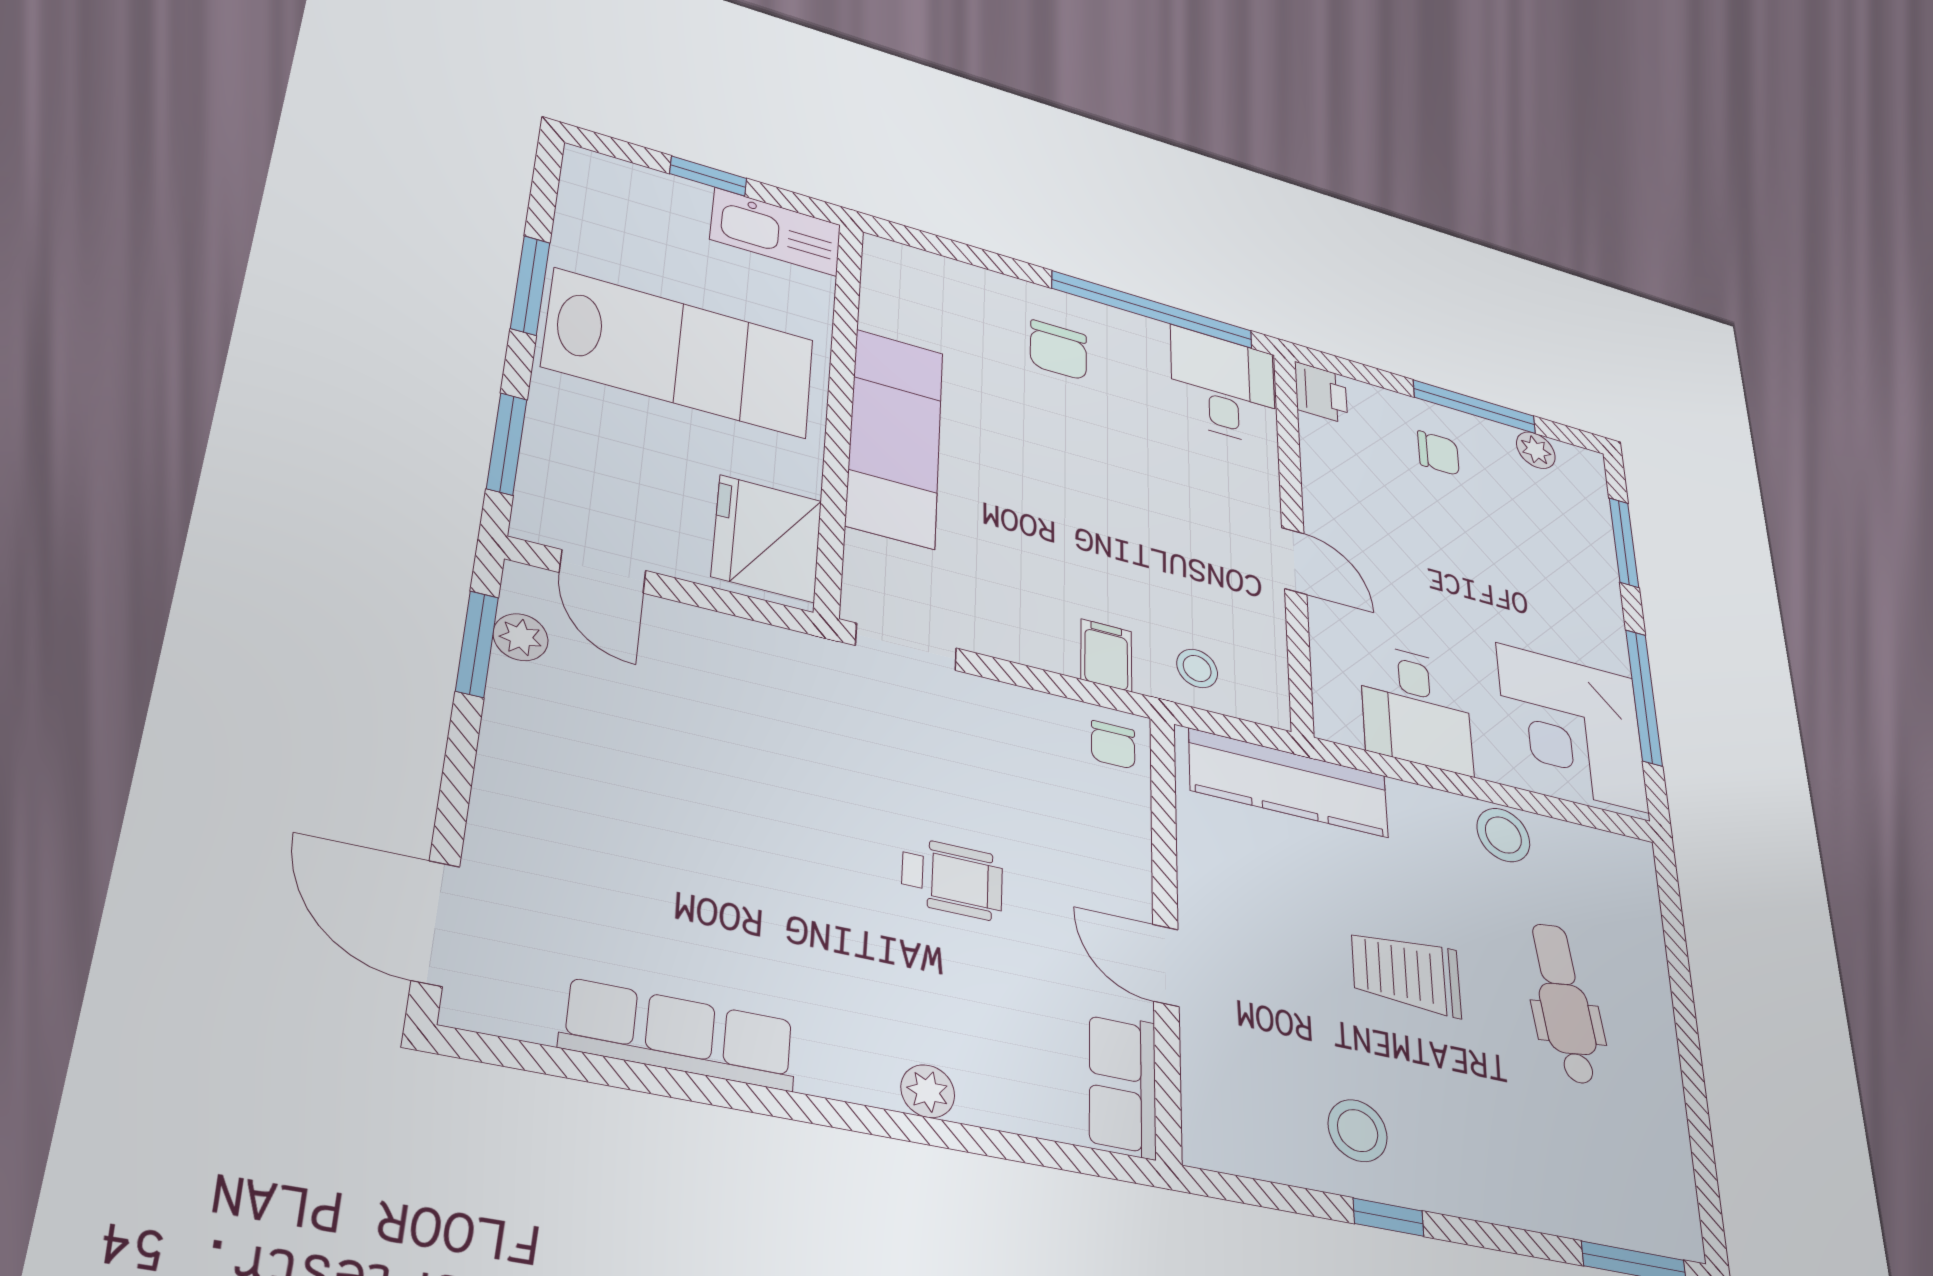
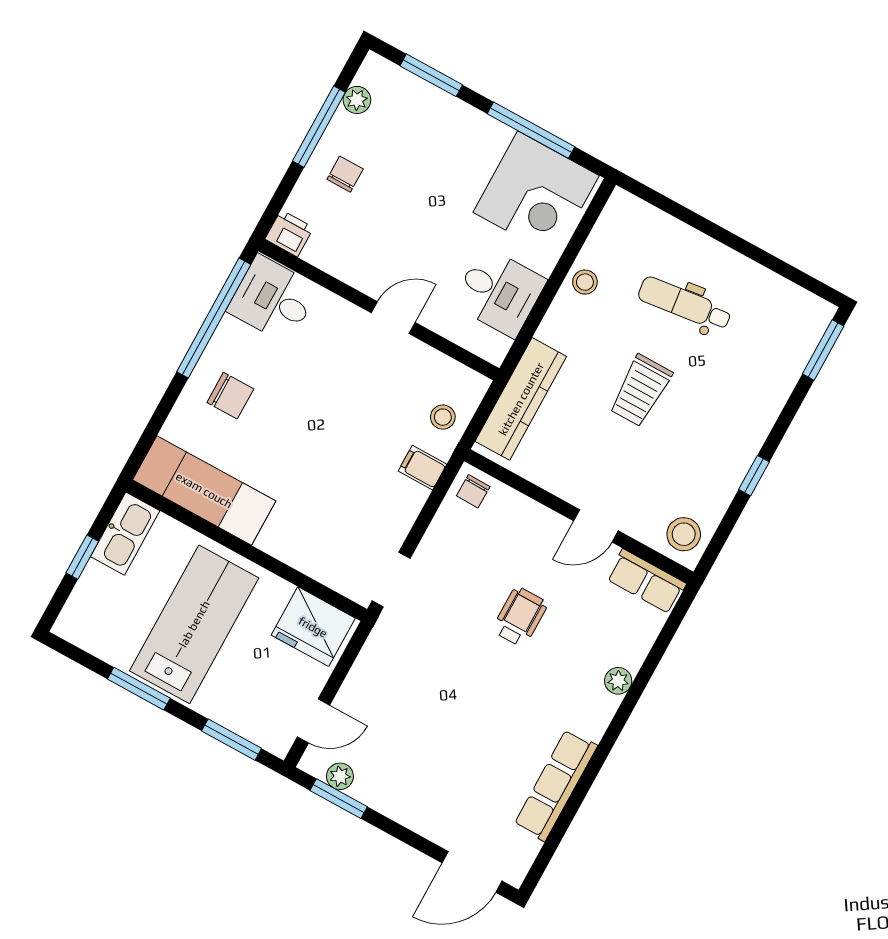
exam couch: (895, 437) -> (204, 490), moved
chair: (1113, 745) -> (473, 491), turned 91
stool: (1503, 835) -> (585, 282), width x0.73, depth x0.73
stool: (1358, 1131) -> (684, 534), moved

